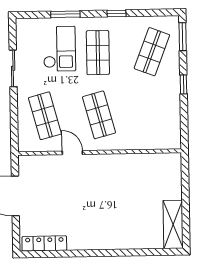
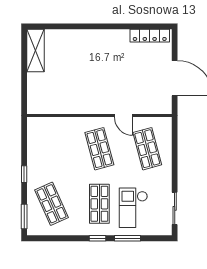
window: (116, 13) -> (97, 238), moved
shop shelf: (152, 52) -> (51, 204), turned -45
sliding door: (13, 68) -> (175, 208), moved

